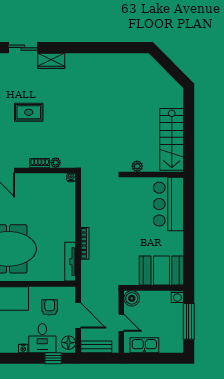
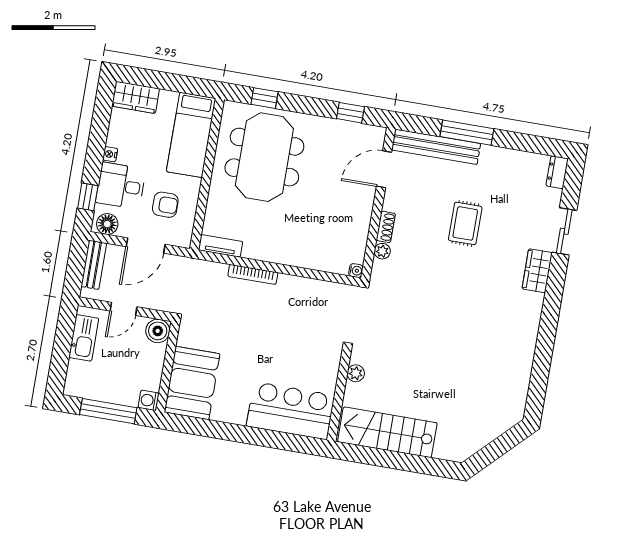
tv unit: (70, 262) -> (220, 246), width x0.71

